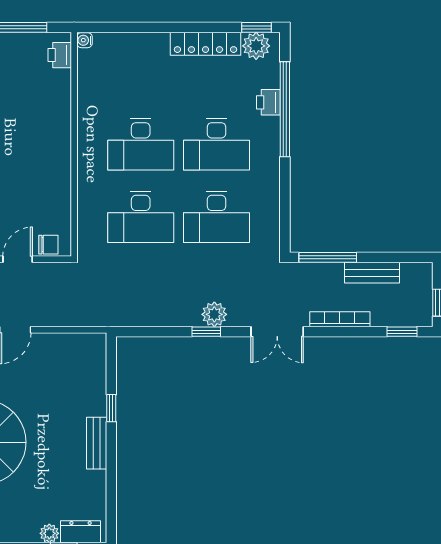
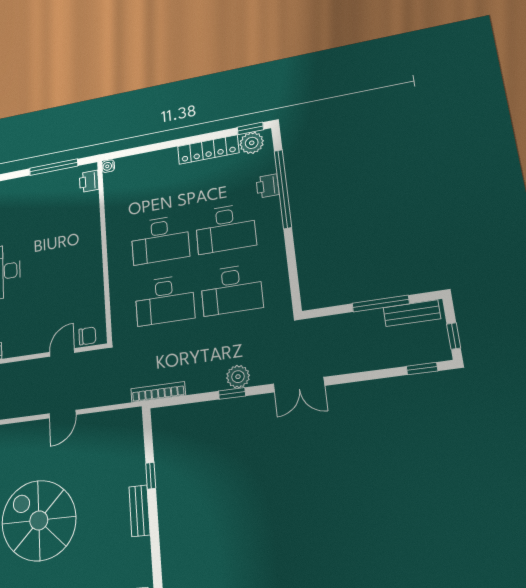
window: (328, 257) -> (381, 304), moved
bench: (372, 273) -> (412, 313), moved
bookcase: (340, 319) -> (158, 392), moved

